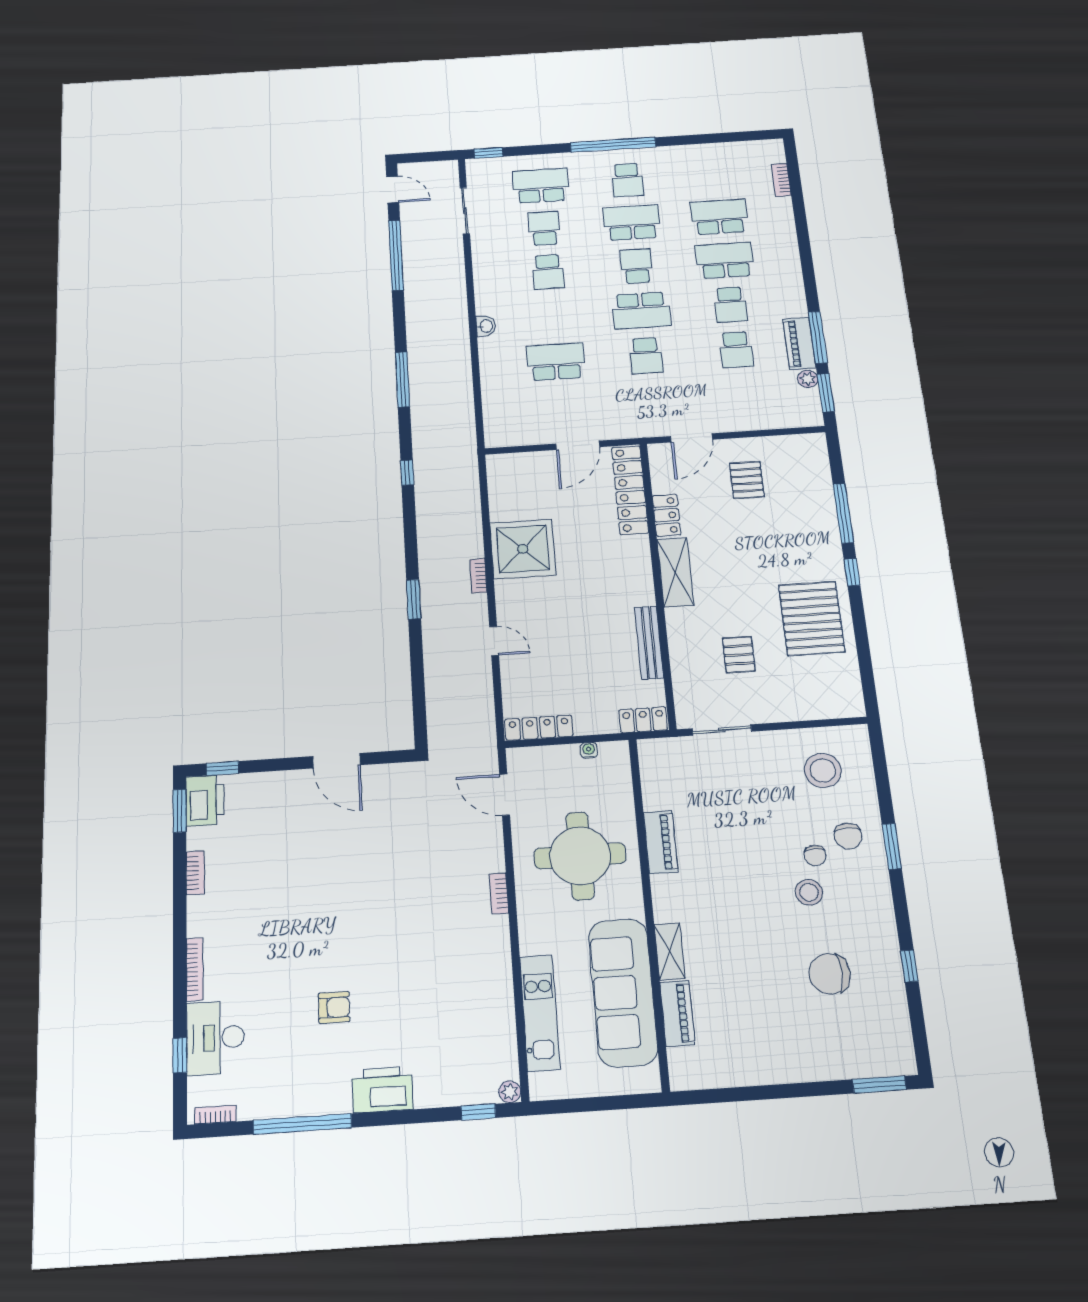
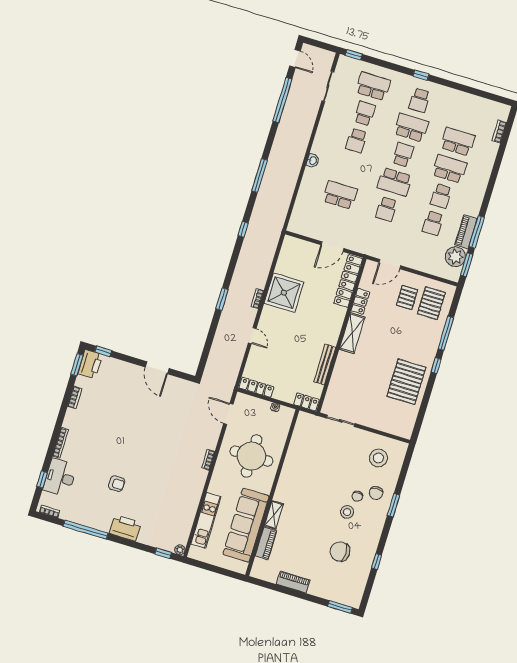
window: (613, 145) -> (421, 75), width x0.32
plant: (808, 379) -> (455, 257), width x1.87, depth x1.87
pallet: (739, 655) -> (431, 303), moved, width x1.50, depth x1.42
piano: (661, 842) -> (293, 582), moved, turned -90

